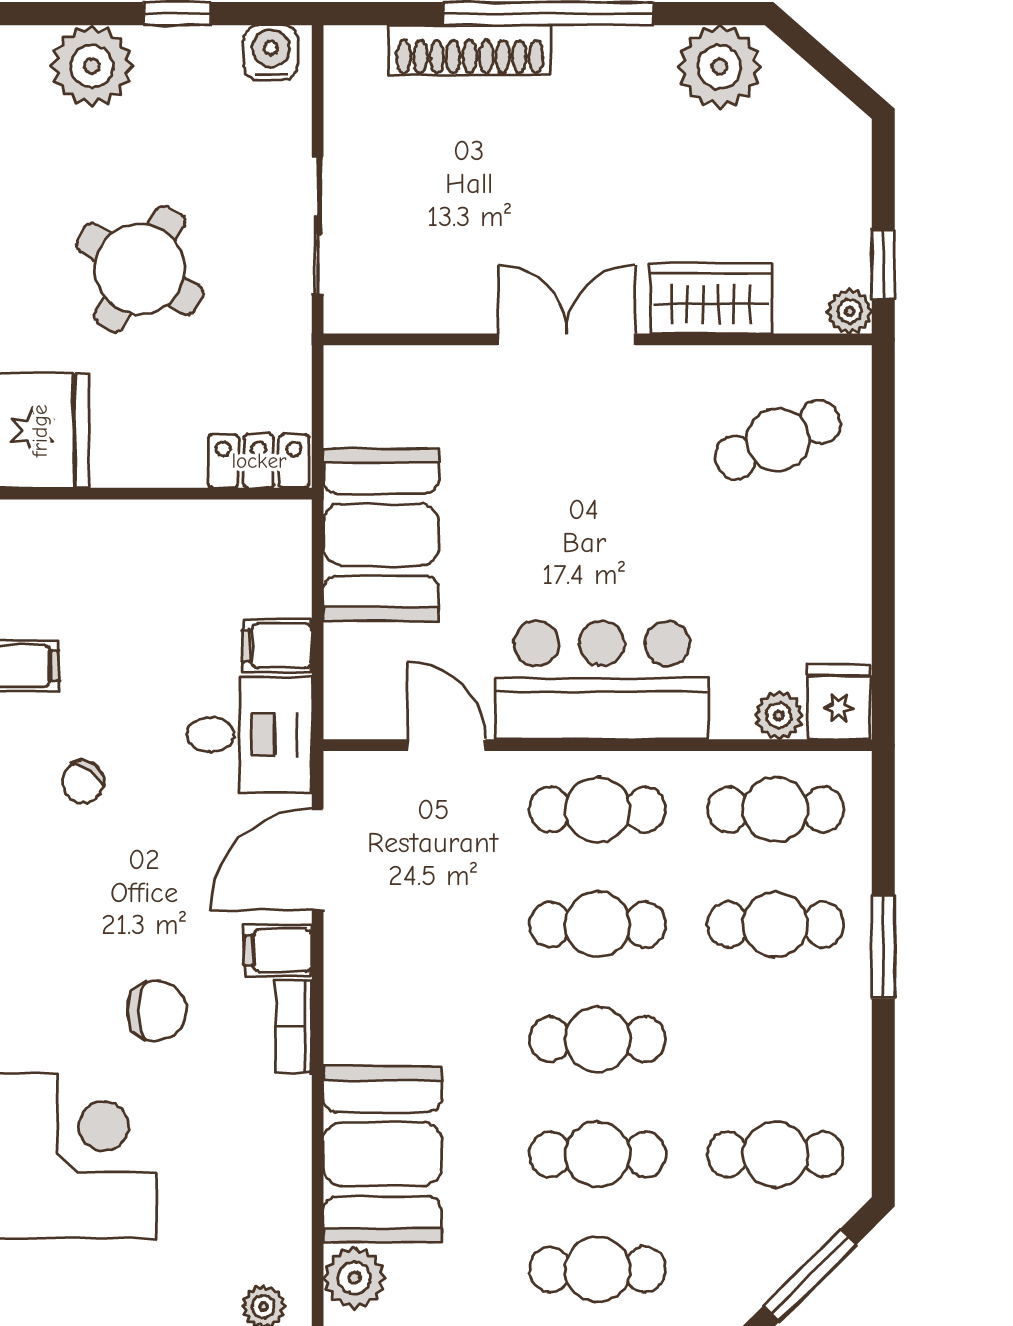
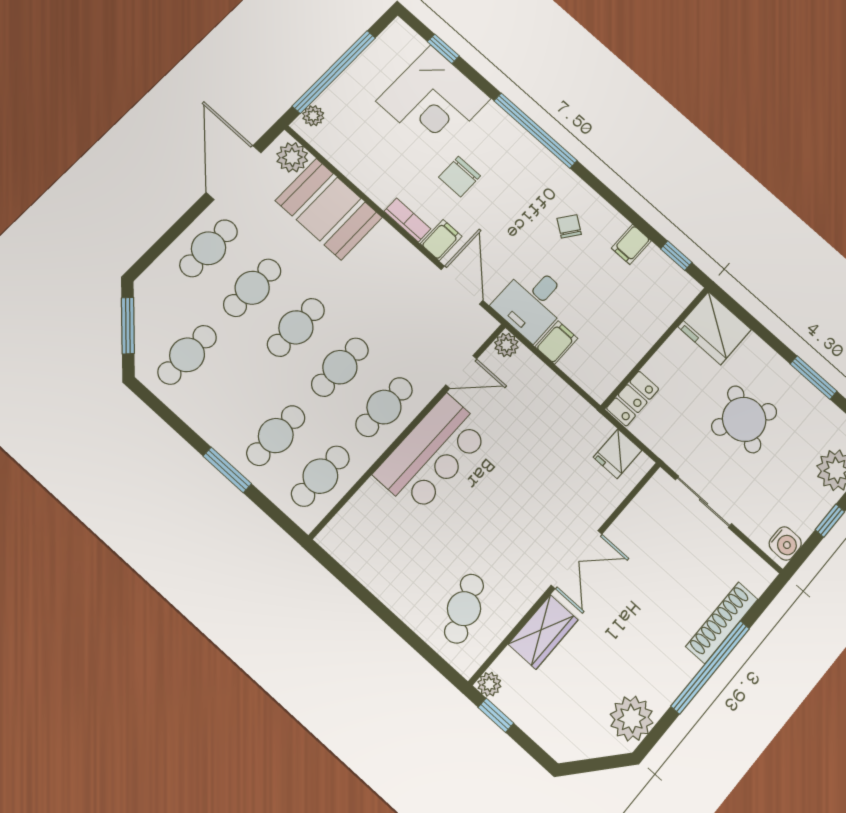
booth: (381, 535) -> (564, 420), removed
fridge: (839, 702) -> (617, 454), moved, turned 90
plant: (779, 715) -> (506, 345), moved

